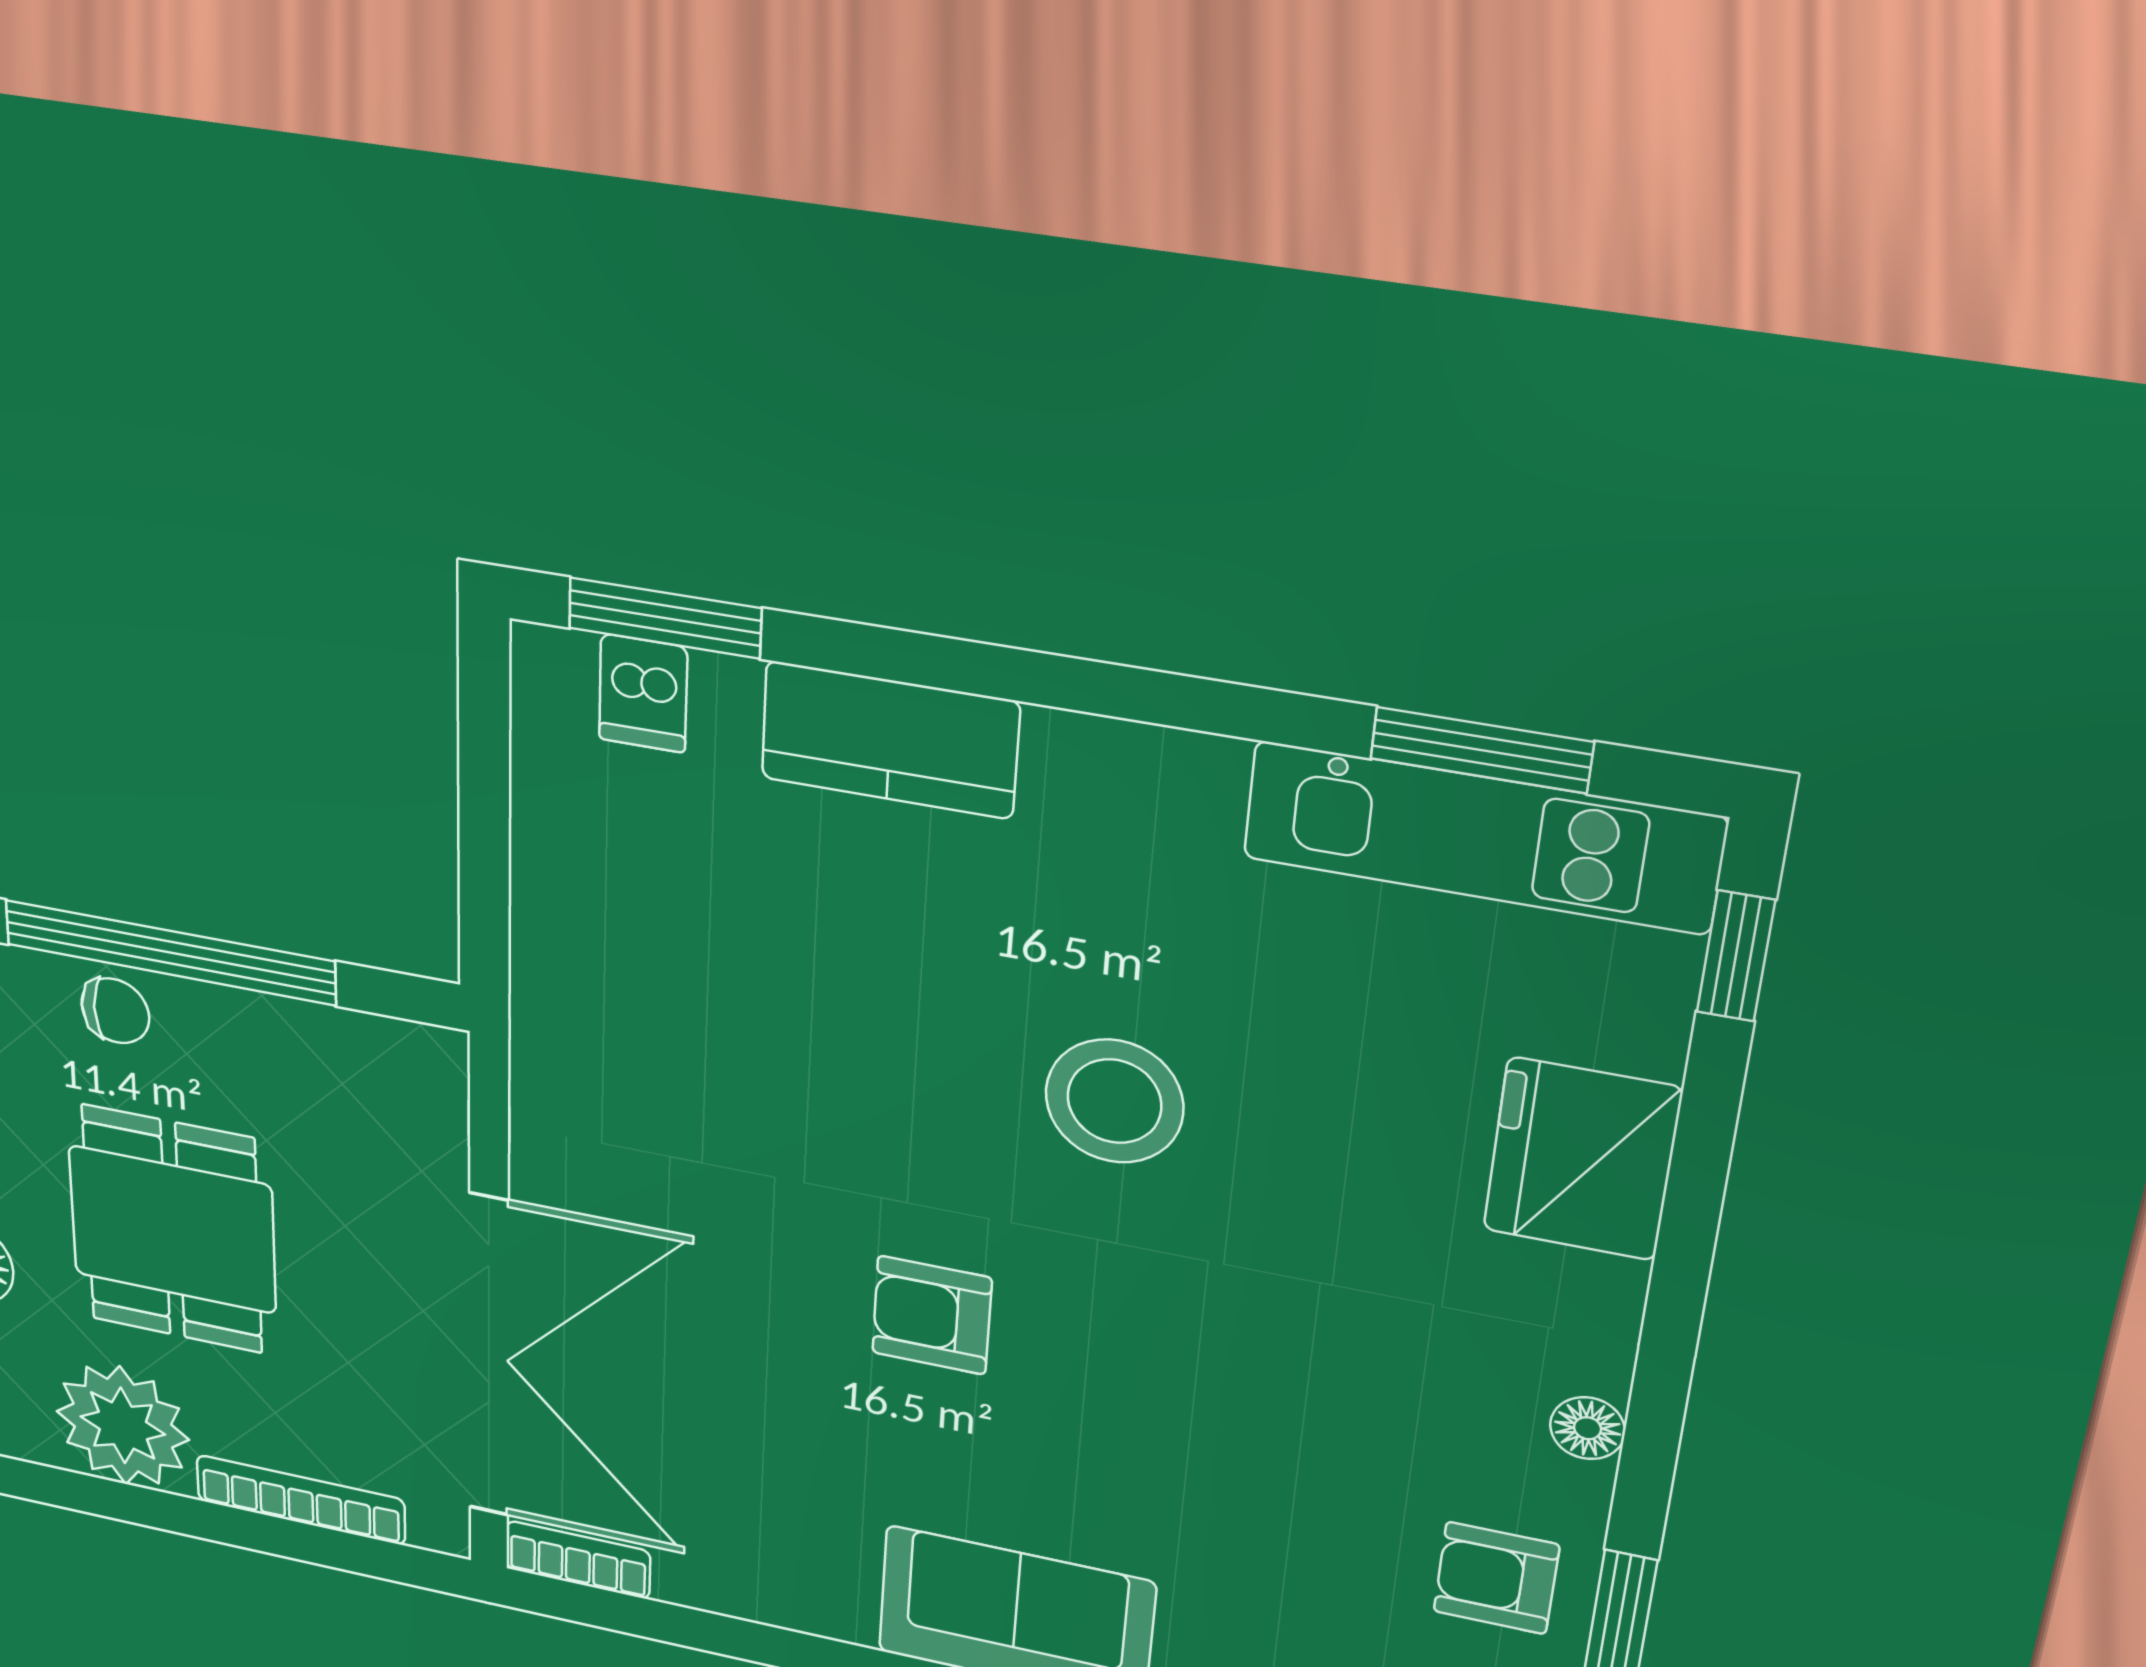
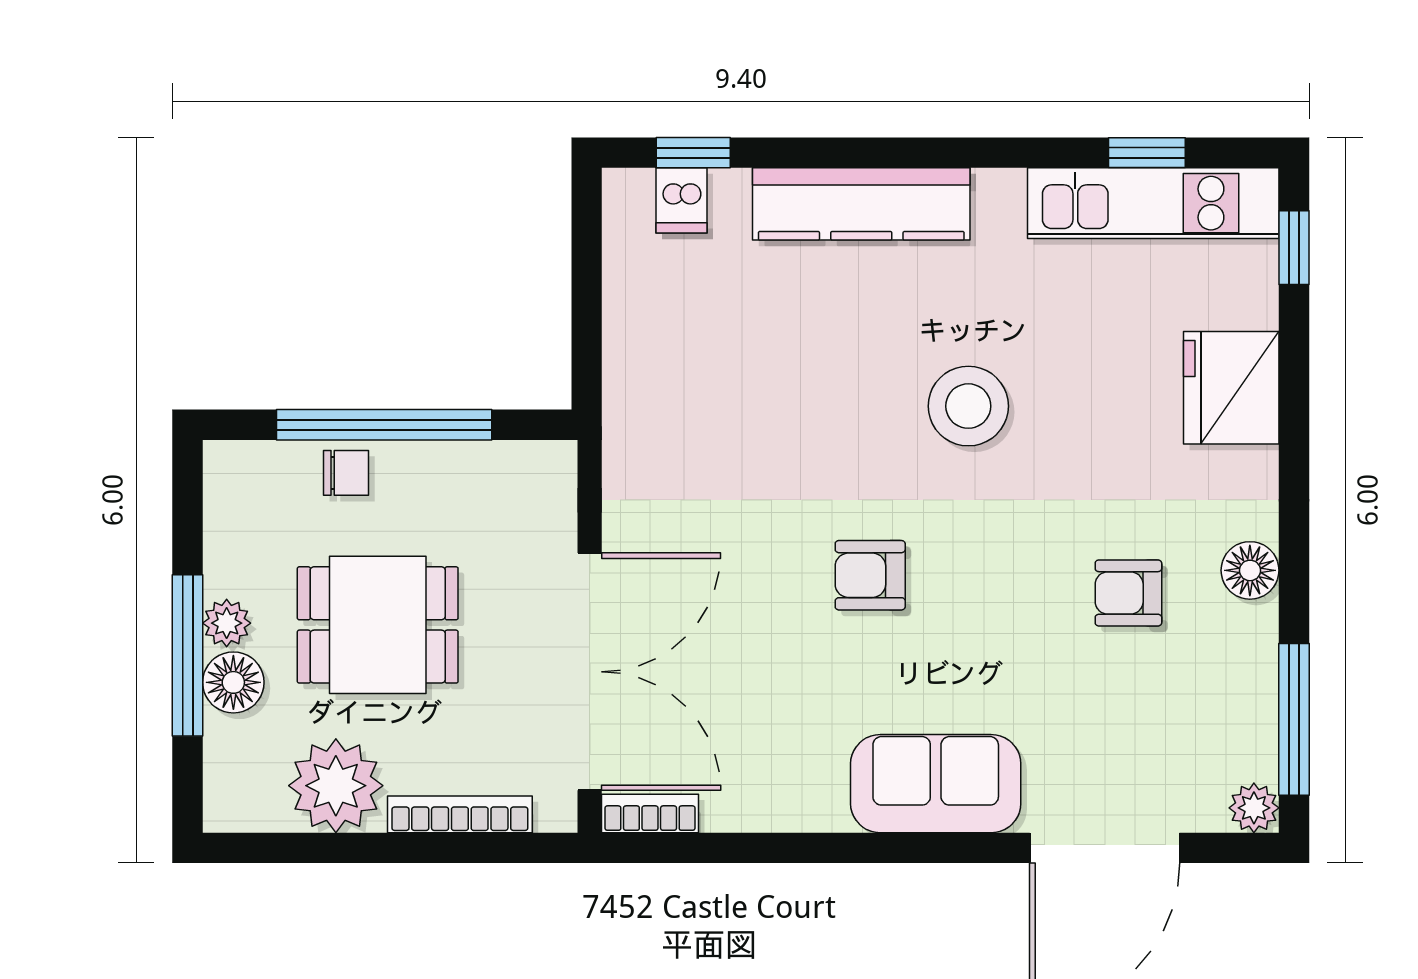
window: (665, 618) -> (693, 153), width x0.67
kitchen counter: (890, 740) -> (861, 204), width x1.50
window: (1482, 750) -> (1147, 153), width x0.67
dining table: (173, 1230) -> (378, 625), turned 90
floor lamp: (1588, 1428) -> (1250, 570), width x1.37, depth x1.37
armchair: (1496, 1578) -> (1128, 593), moved

